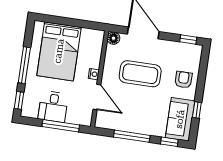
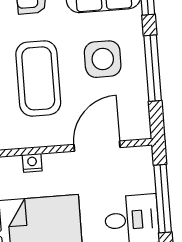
nightstand: (94, 74) -> (32, 163), moved
side table: (143, 111) -> (103, 59), added

